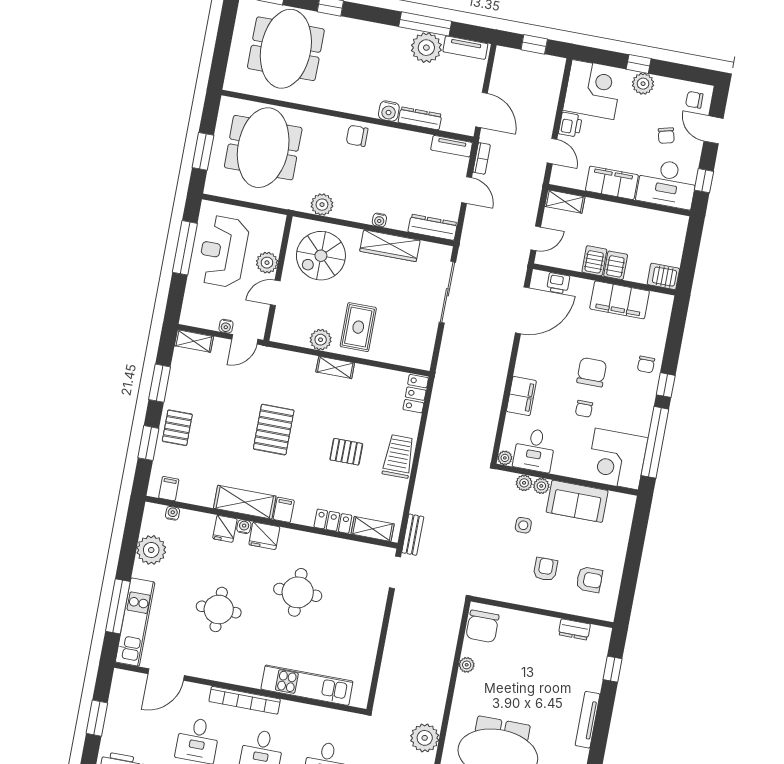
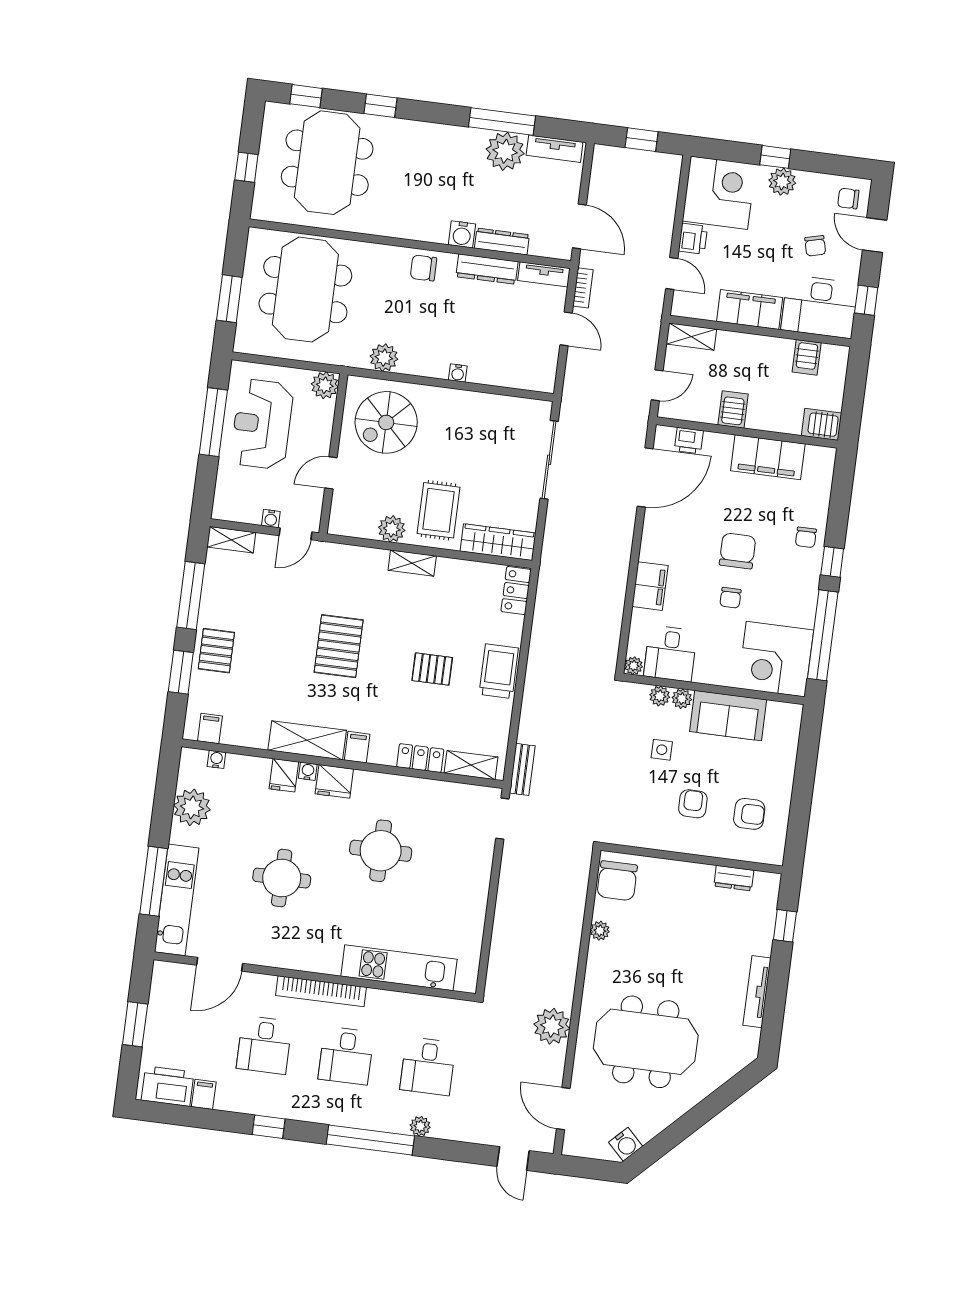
window: (222, 49) -> (246, 167), added
dresser: (433, 227) -> (487, 269), moved, turned 180
wardrobe: (390, 246) -> (498, 542), moved, turned 180
plant: (267, 263) -> (325, 385), moved
server rack: (616, 265) -> (807, 357), moved, turned 180
window: (160, 383) -> (191, 595), width x1.44

